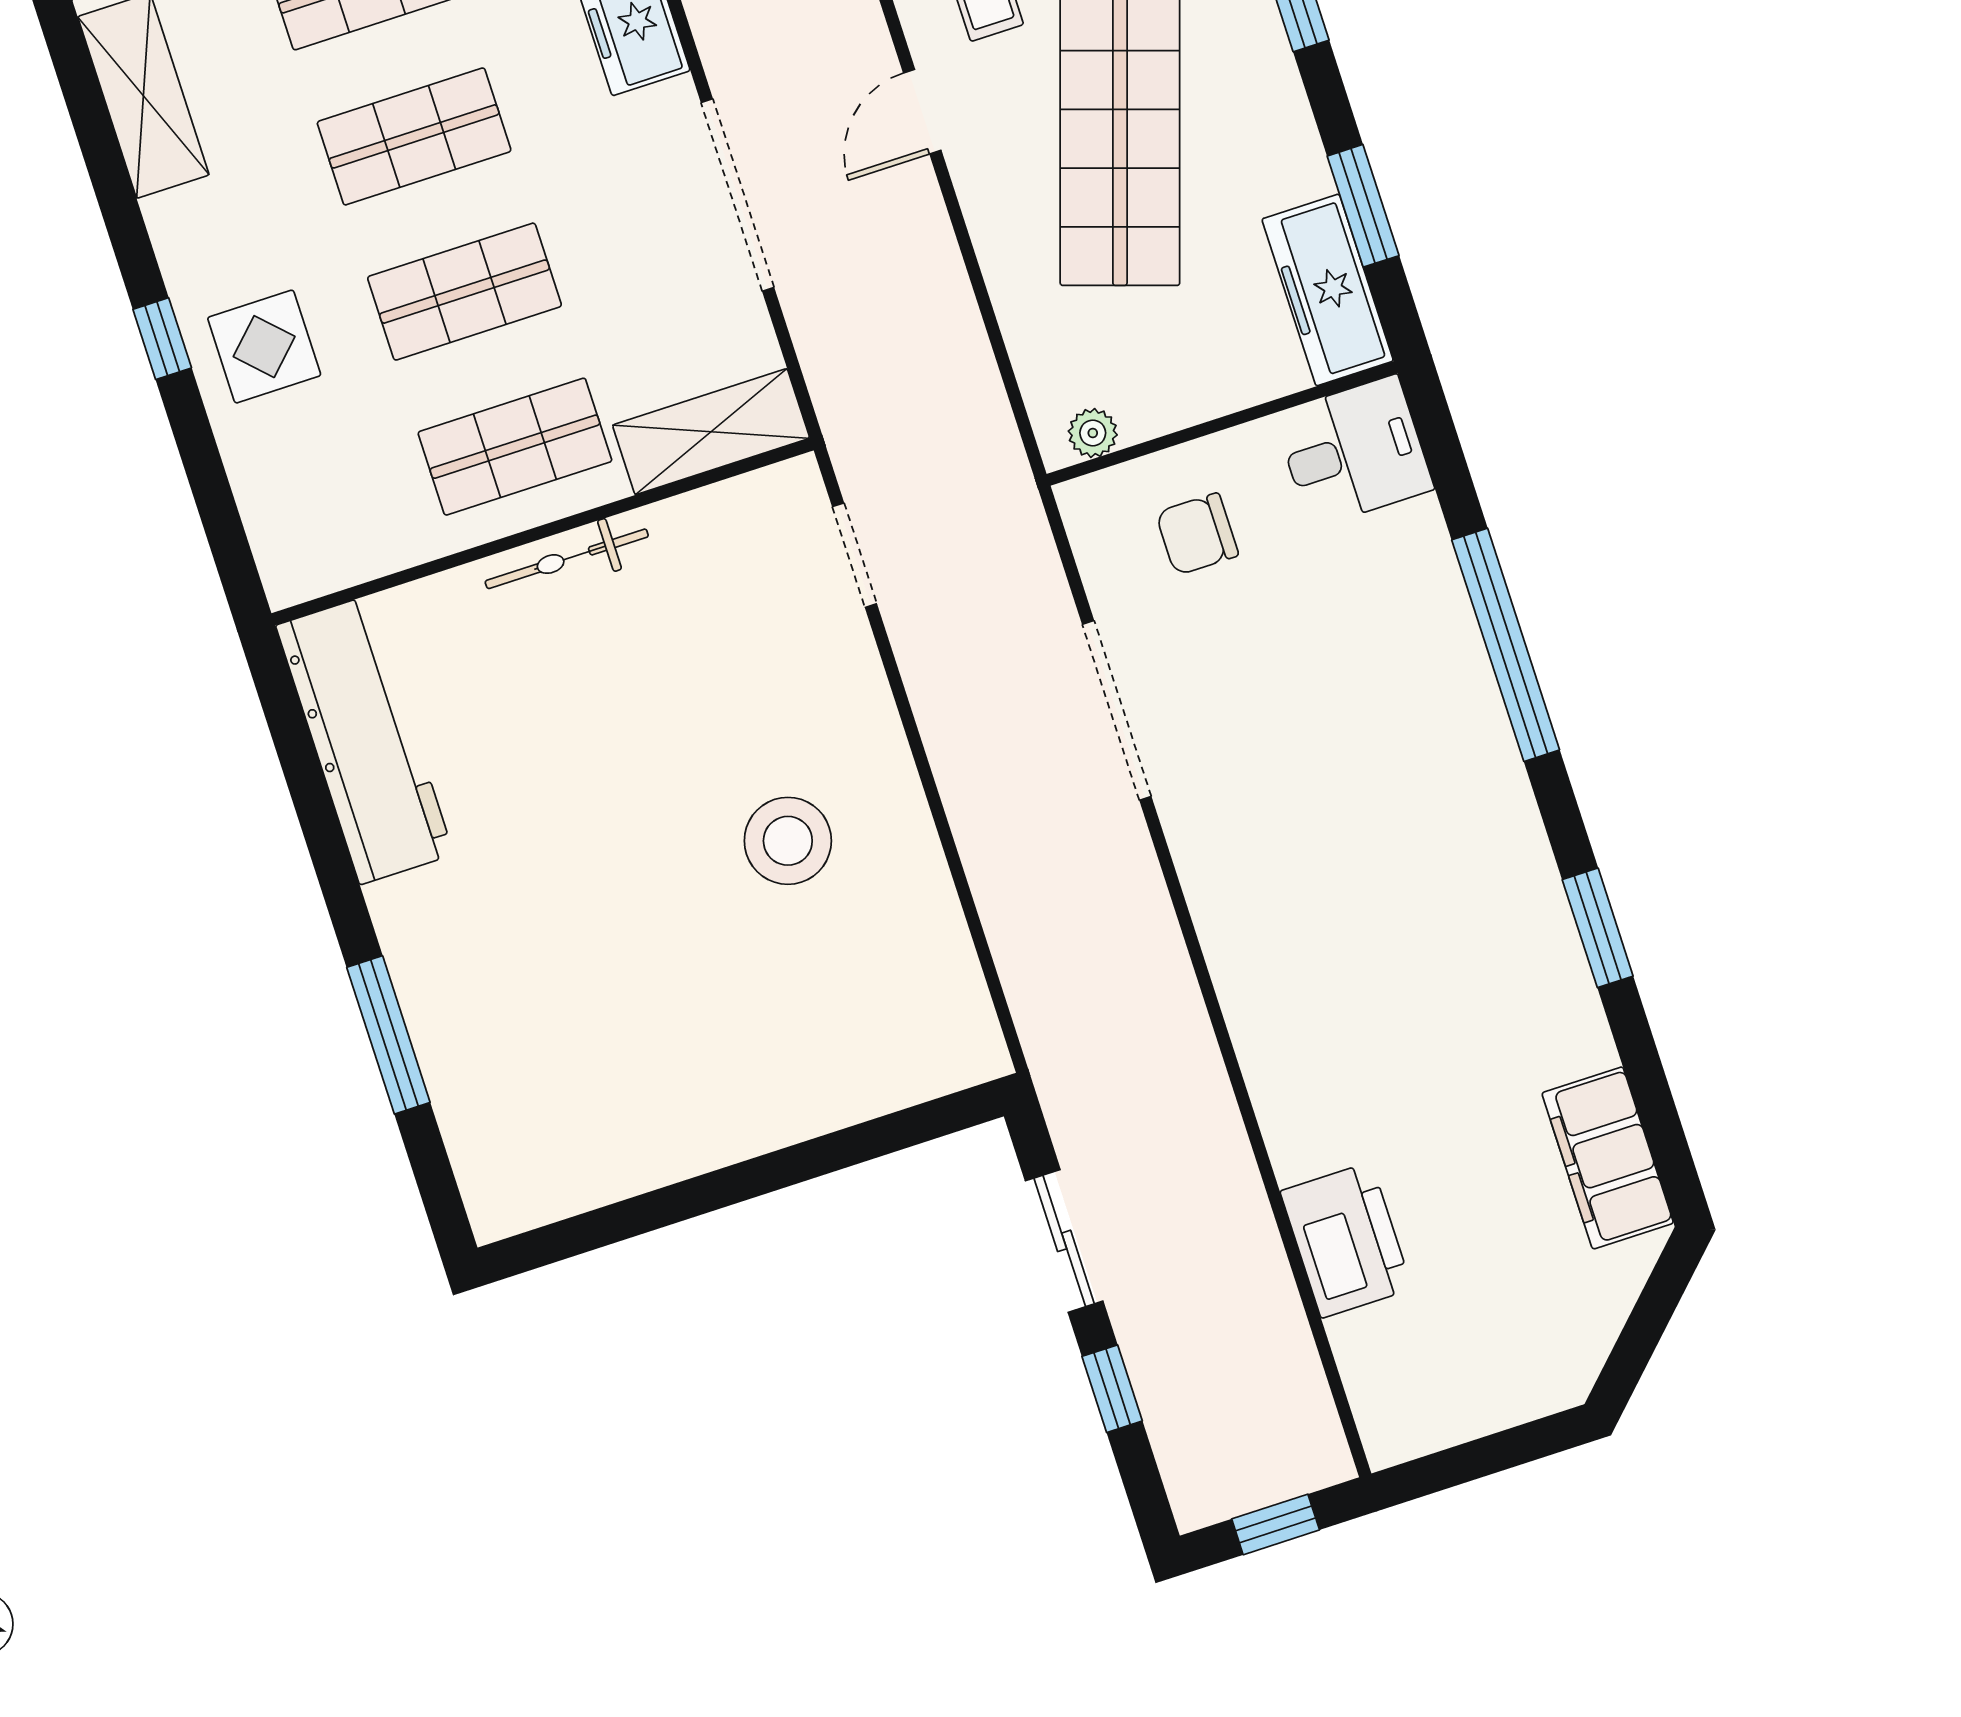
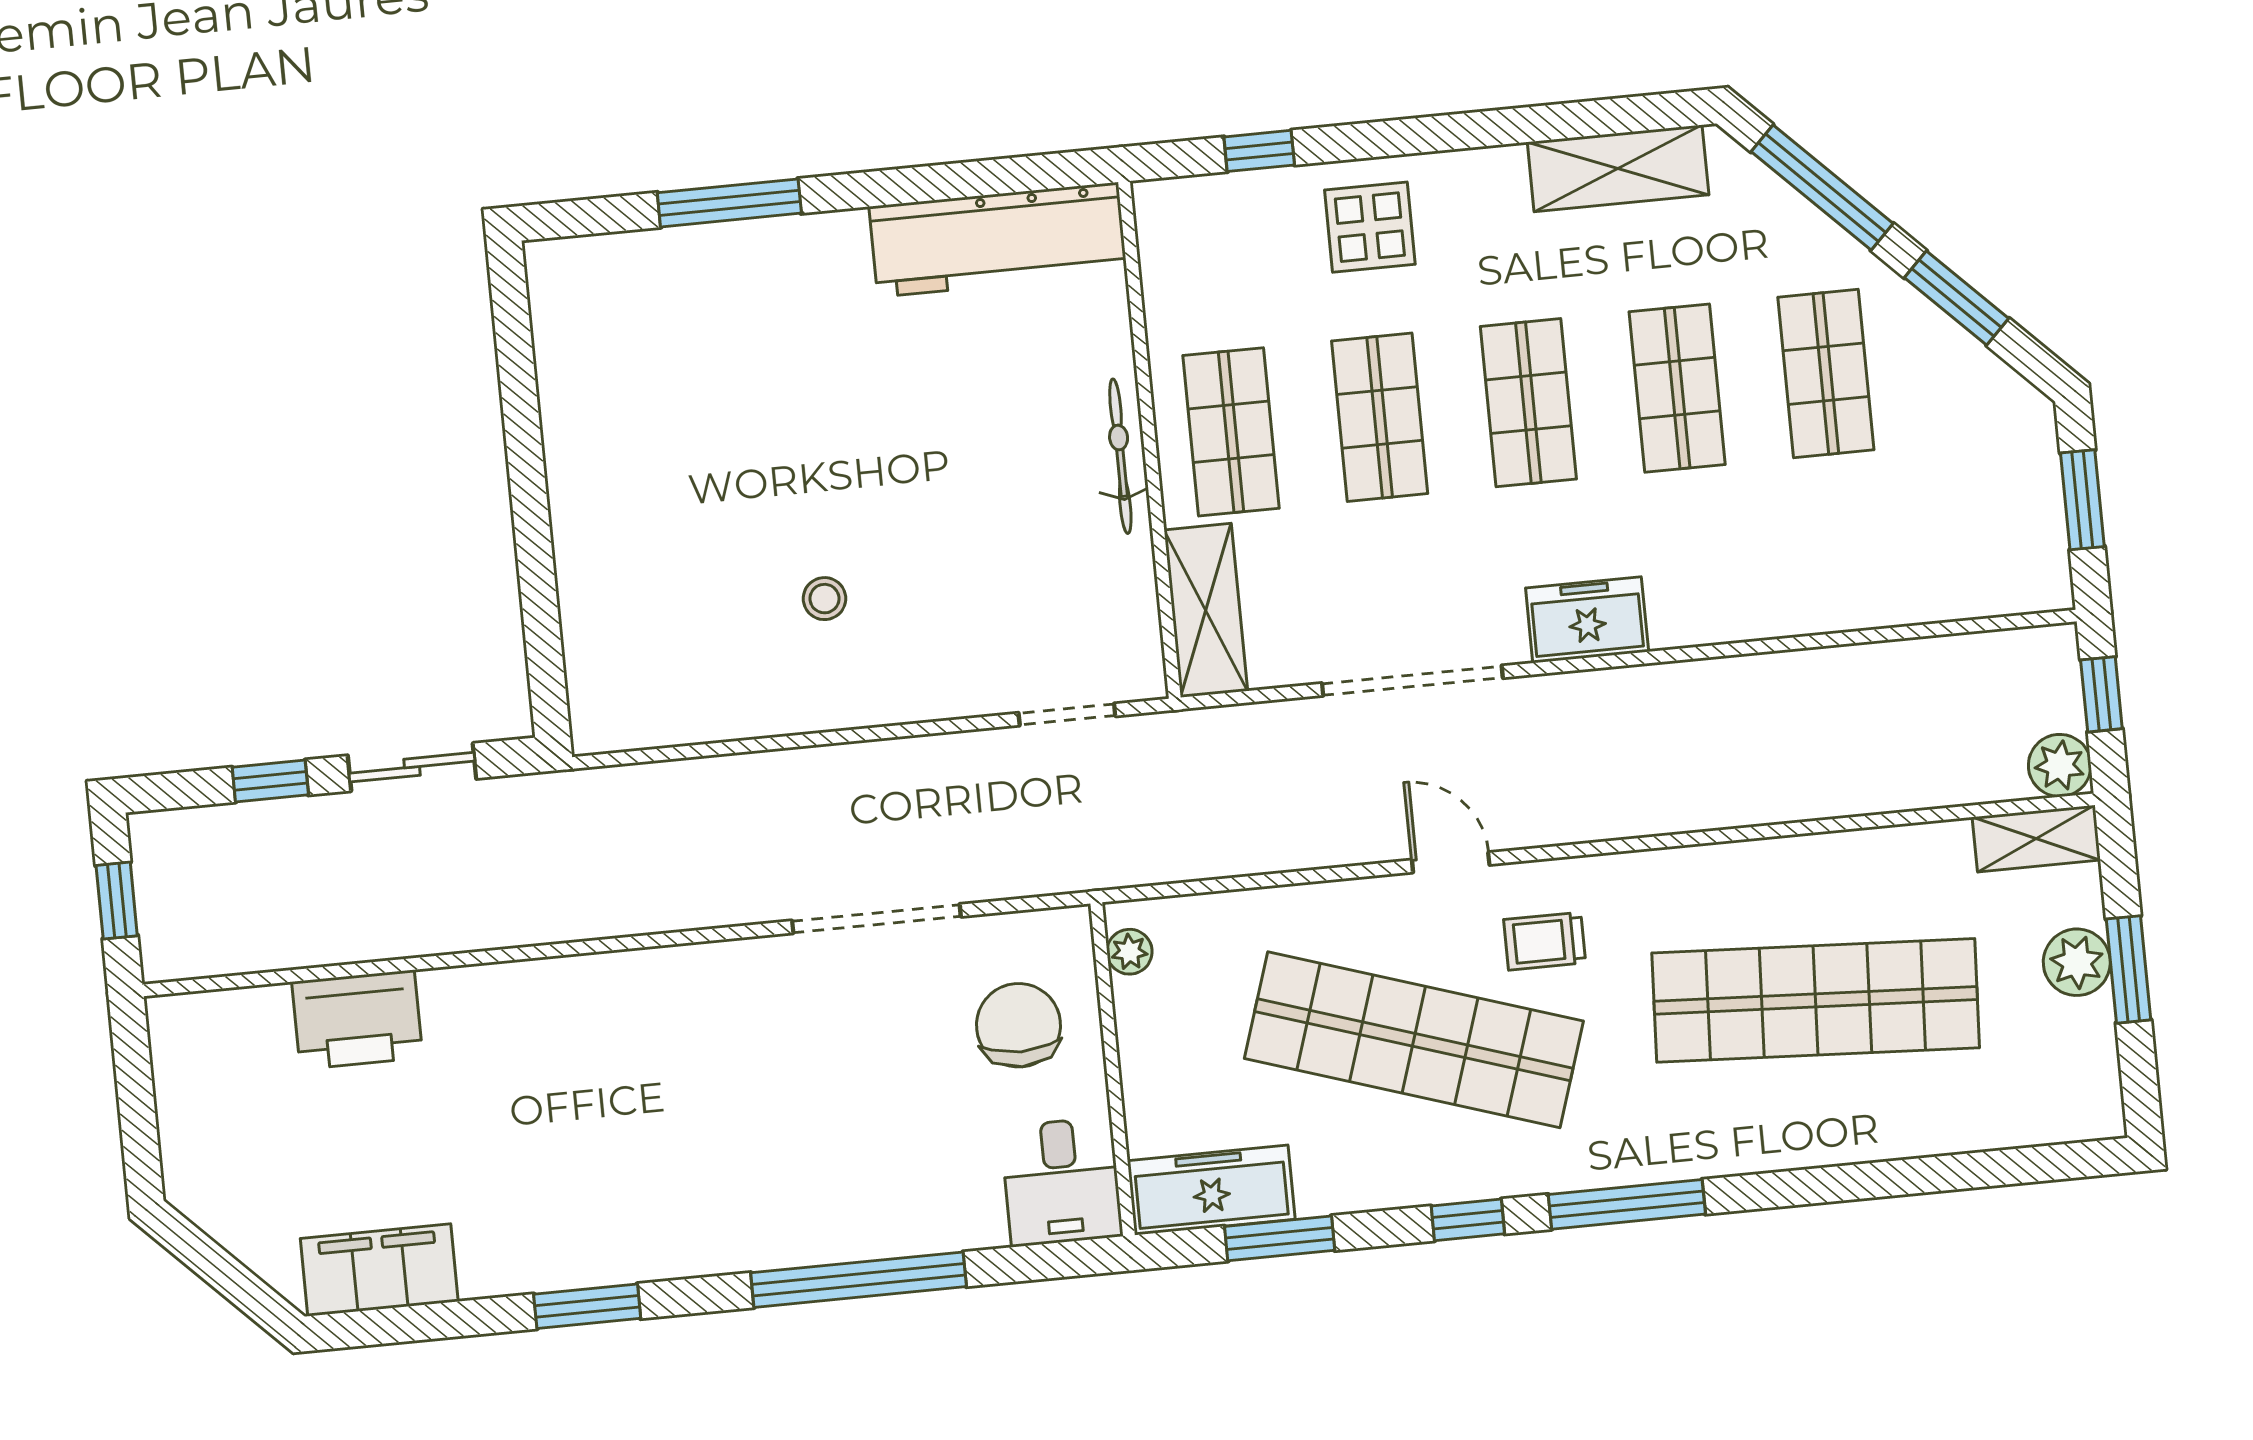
window: (162, 339) -> (1259, 151), moved
chair: (1197, 534) -> (1019, 1025), width x1.37, depth x1.37
stool: (788, 841) -> (824, 599), width x0.53, depth x0.53

